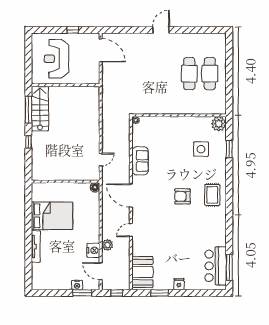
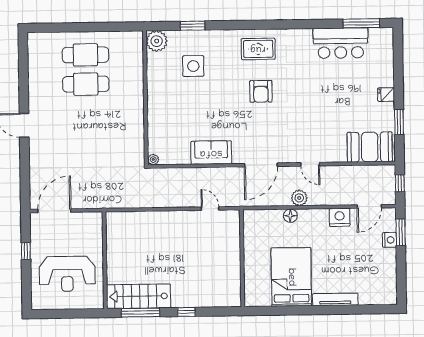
floor lamp: (95, 187) -> (290, 216), moved
plant: (107, 245) -> (299, 198), moved
bar counter: (216, 266) -> (341, 43), moved

